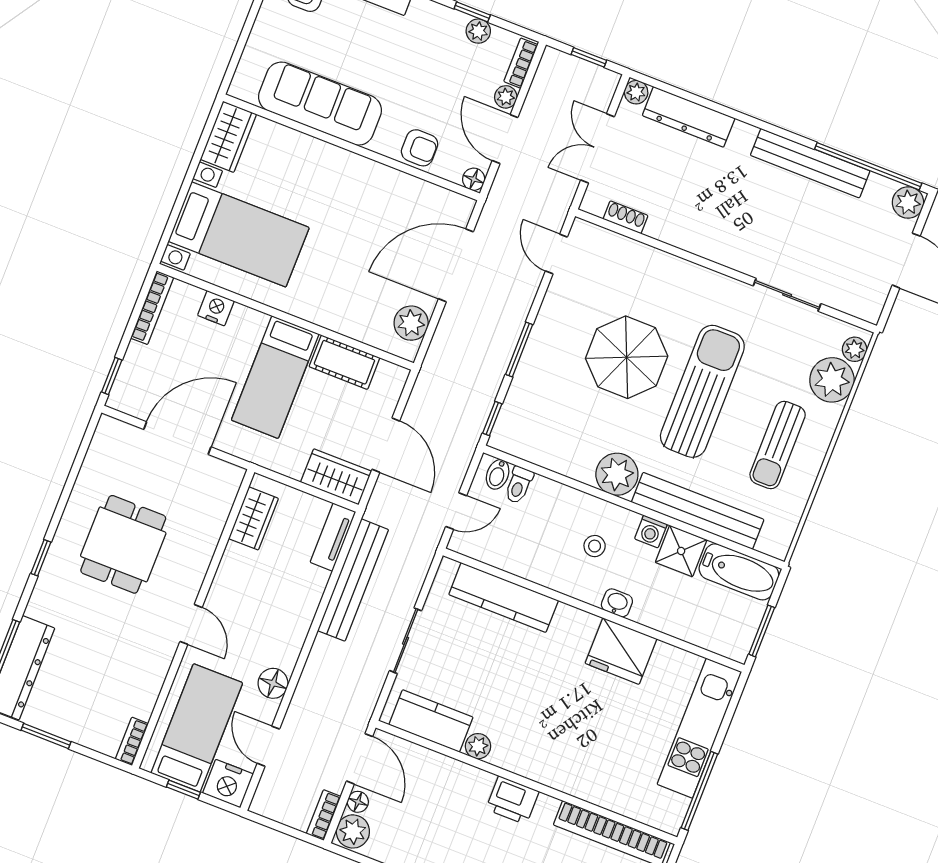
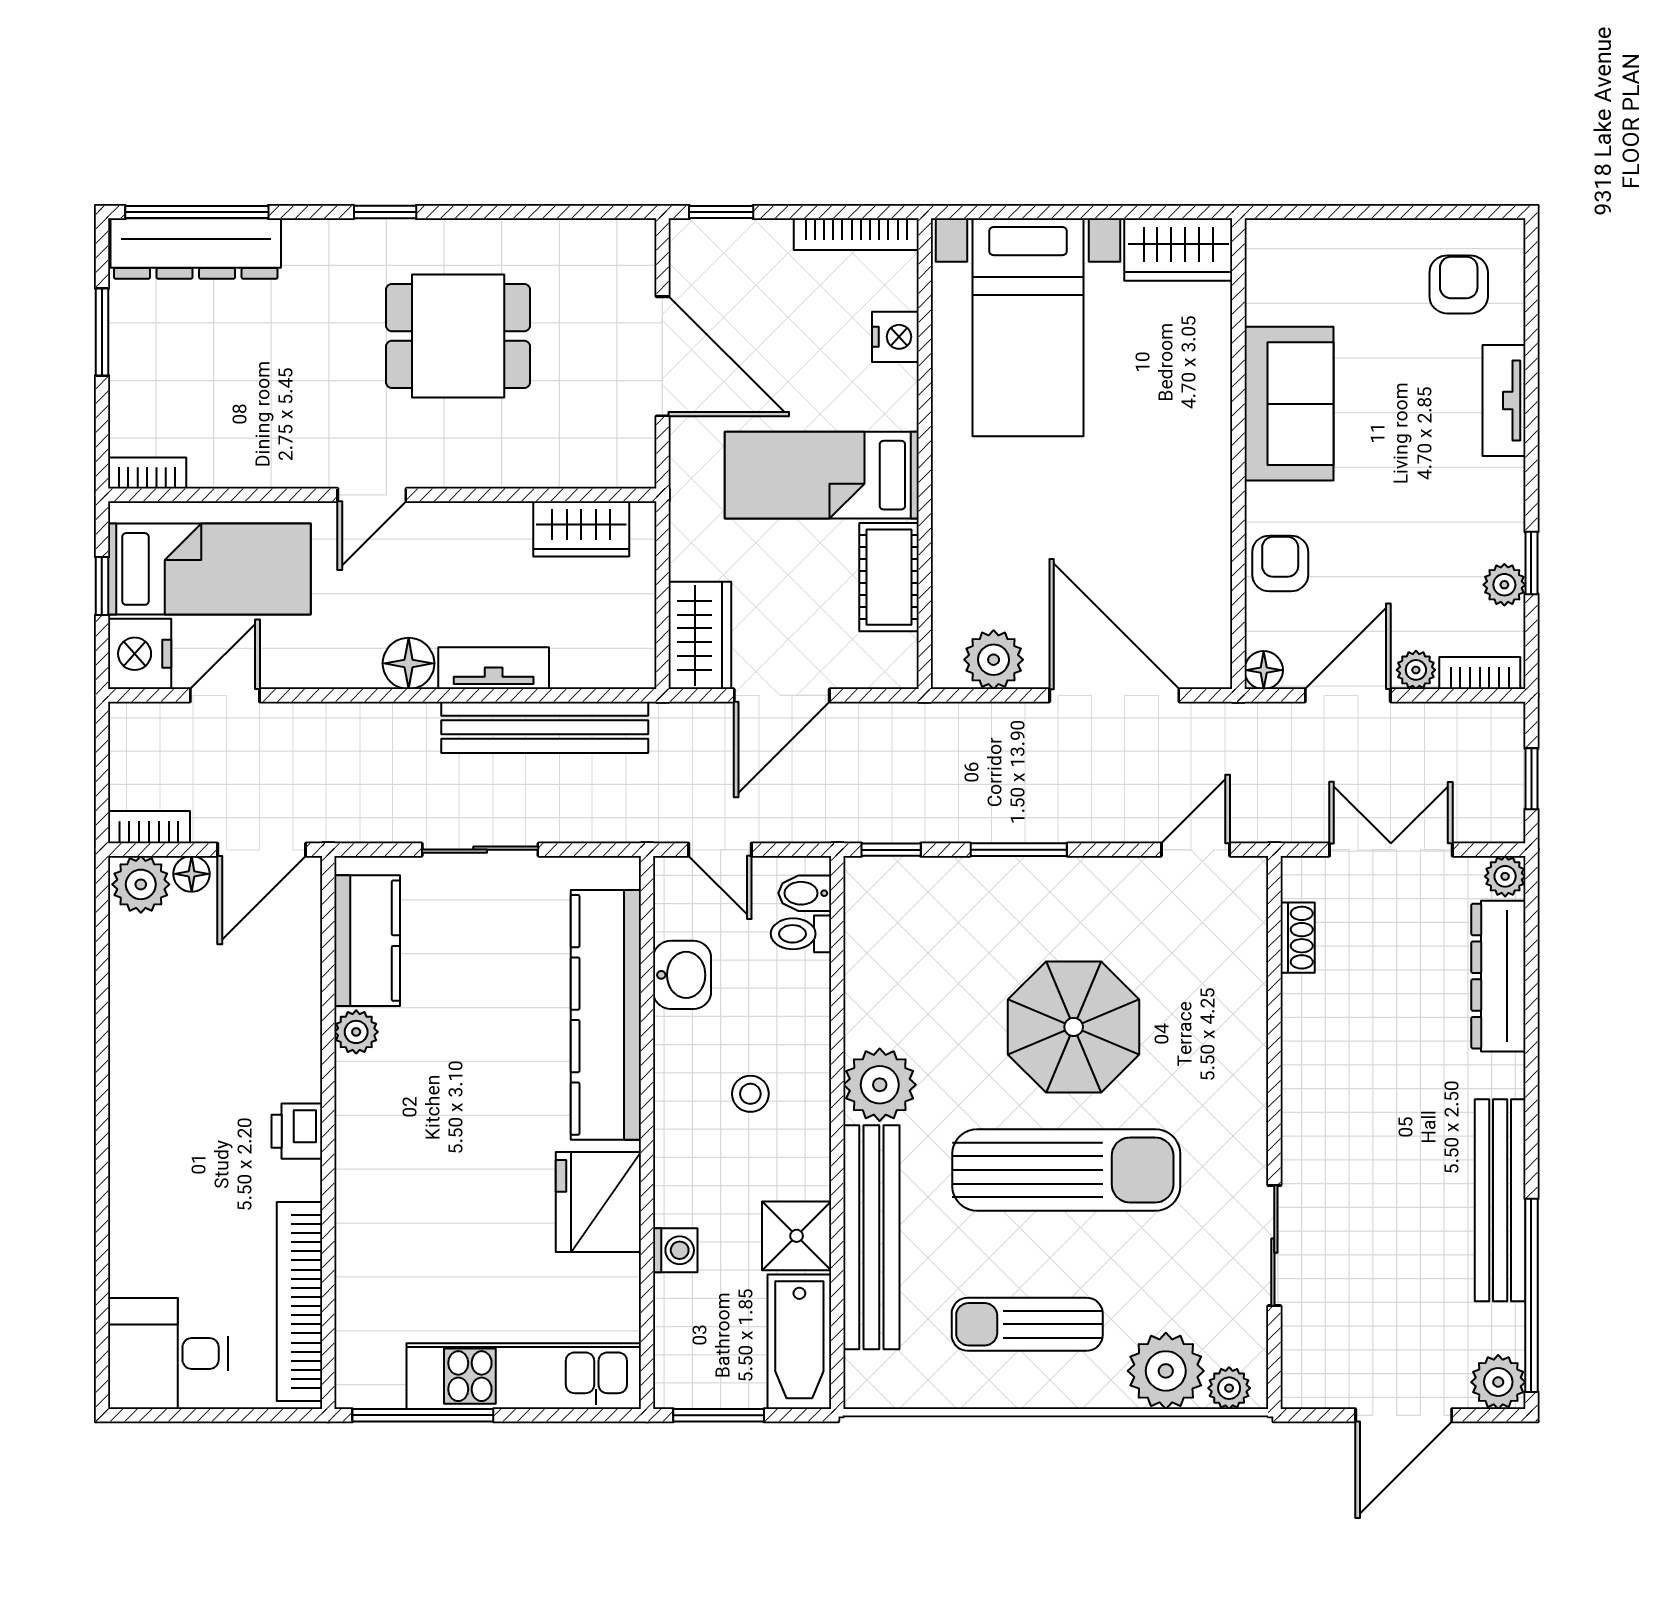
sofa: (320, 104) -> (1289, 404), width x0.73
armchair: (420, 148) -> (1280, 563), turned 180
washing machine: (651, 531) -> (675, 1250), moved, turned 180
tv unit: (333, 537) -> (494, 668), moved
kitchen counter: (504, 597) -> (606, 1015), width x1.39, depth x1.17
washbasin: (617, 603) -> (682, 975), moved, width x1.38, depth x1.45
floor lamp: (273, 683) -> (409, 663), moved
printer: (512, 800) -> (297, 1131), width x0.73, depth x0.81

